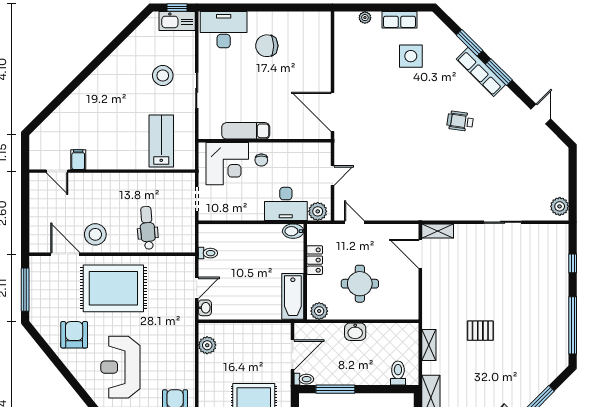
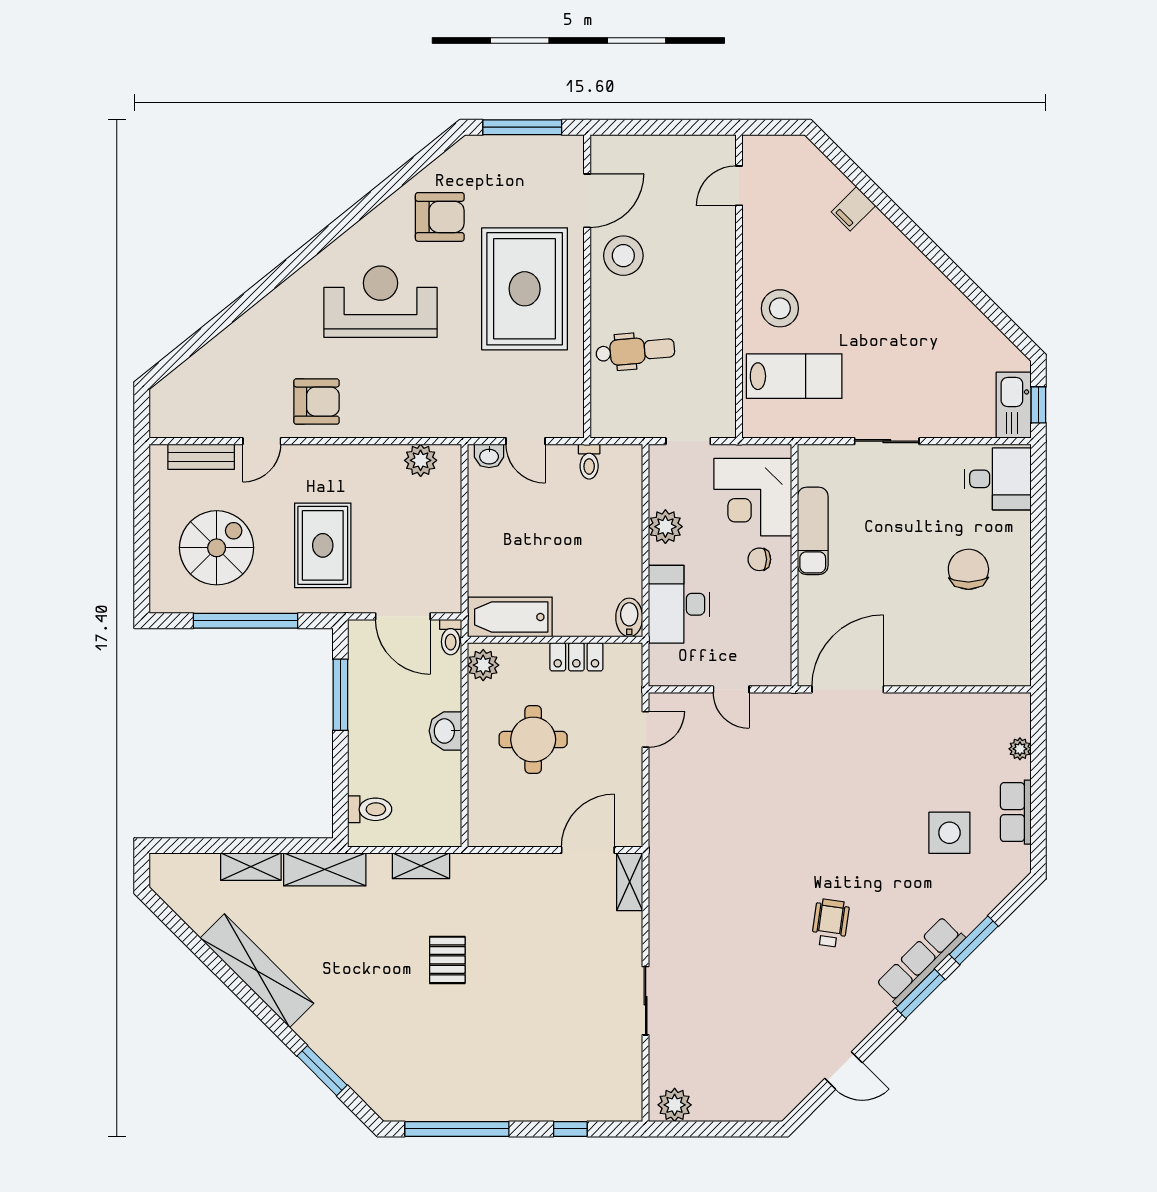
desk: (224, 30) -> (998, 479), width x0.73
stool: (163, 76) -> (780, 308), moved
filing cabinet: (78, 160) -> (853, 209), moved, turned 135
plant: (318, 211) -> (665, 527), moved
toilet: (304, 379) -> (451, 637), moved

